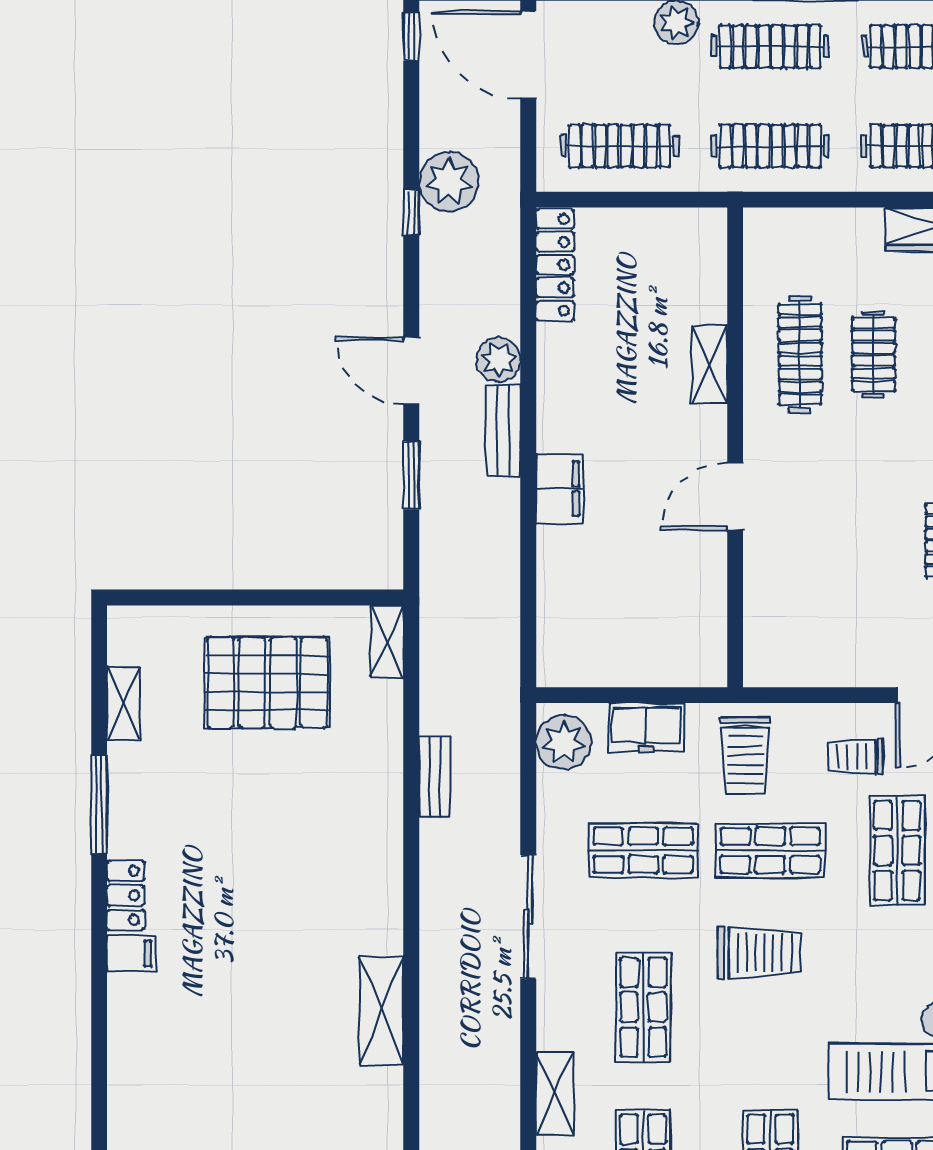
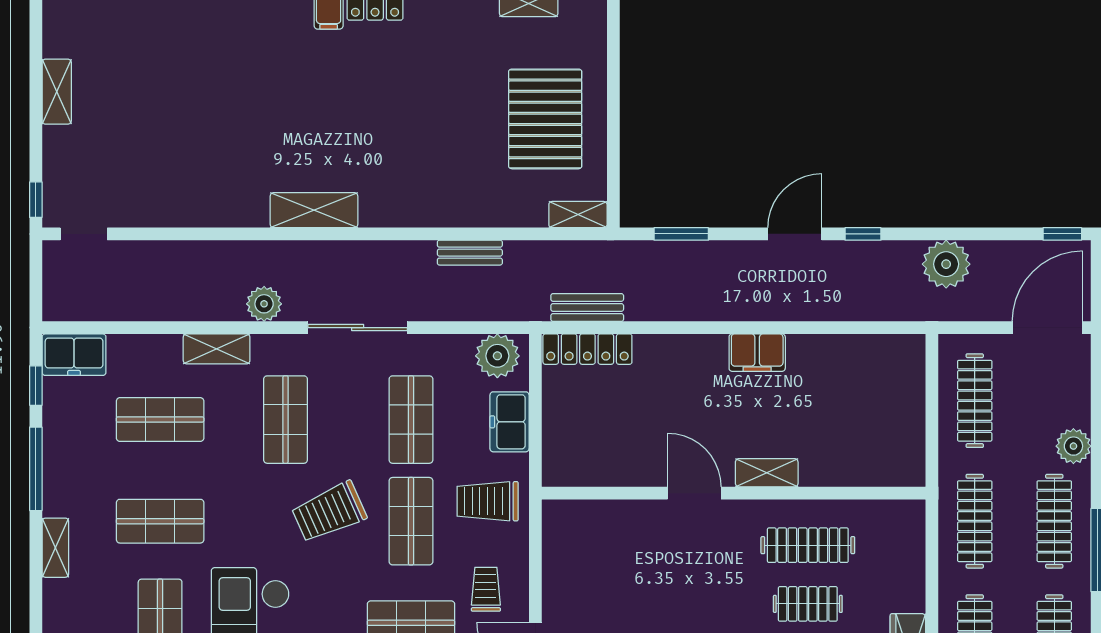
window: (411, 213) -> (863, 234), moved
locker: (555, 265) -> (587, 349), moved
plant: (499, 360) -> (264, 304), moved
shelving: (710, 364) -> (767, 473), moved
bench: (503, 430) -> (587, 307), moved
window: (411, 475) -> (681, 234), moved
filing cabinet: (560, 489) -> (757, 353), moved
trolley: (759, 953) -> (329, 512), turned 66
shop shelf: (643, 1007) -> (286, 420), turned 90
shelving: (382, 1010) -> (314, 210), moved

